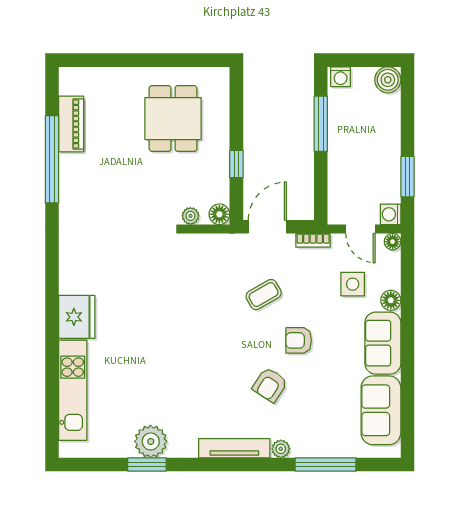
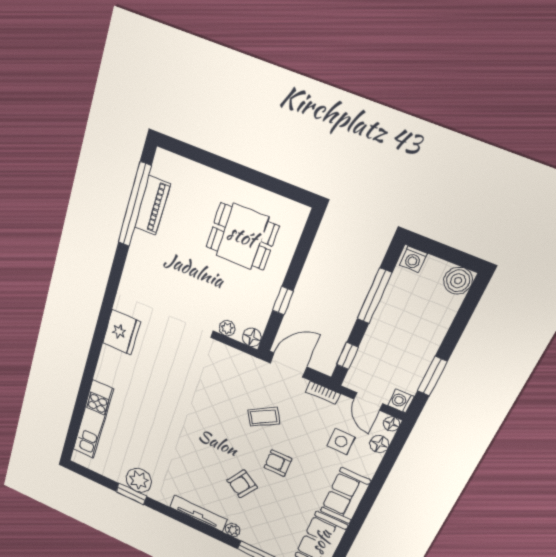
dining table: (173, 119) -> (242, 236), turned 90
window: (52, 159) -> (135, 205), moved
window: (321, 192) -> (347, 356), added
floor lamp: (391, 300) -> (379, 444), moved
fridge: (77, 317) -> (121, 332), moved

